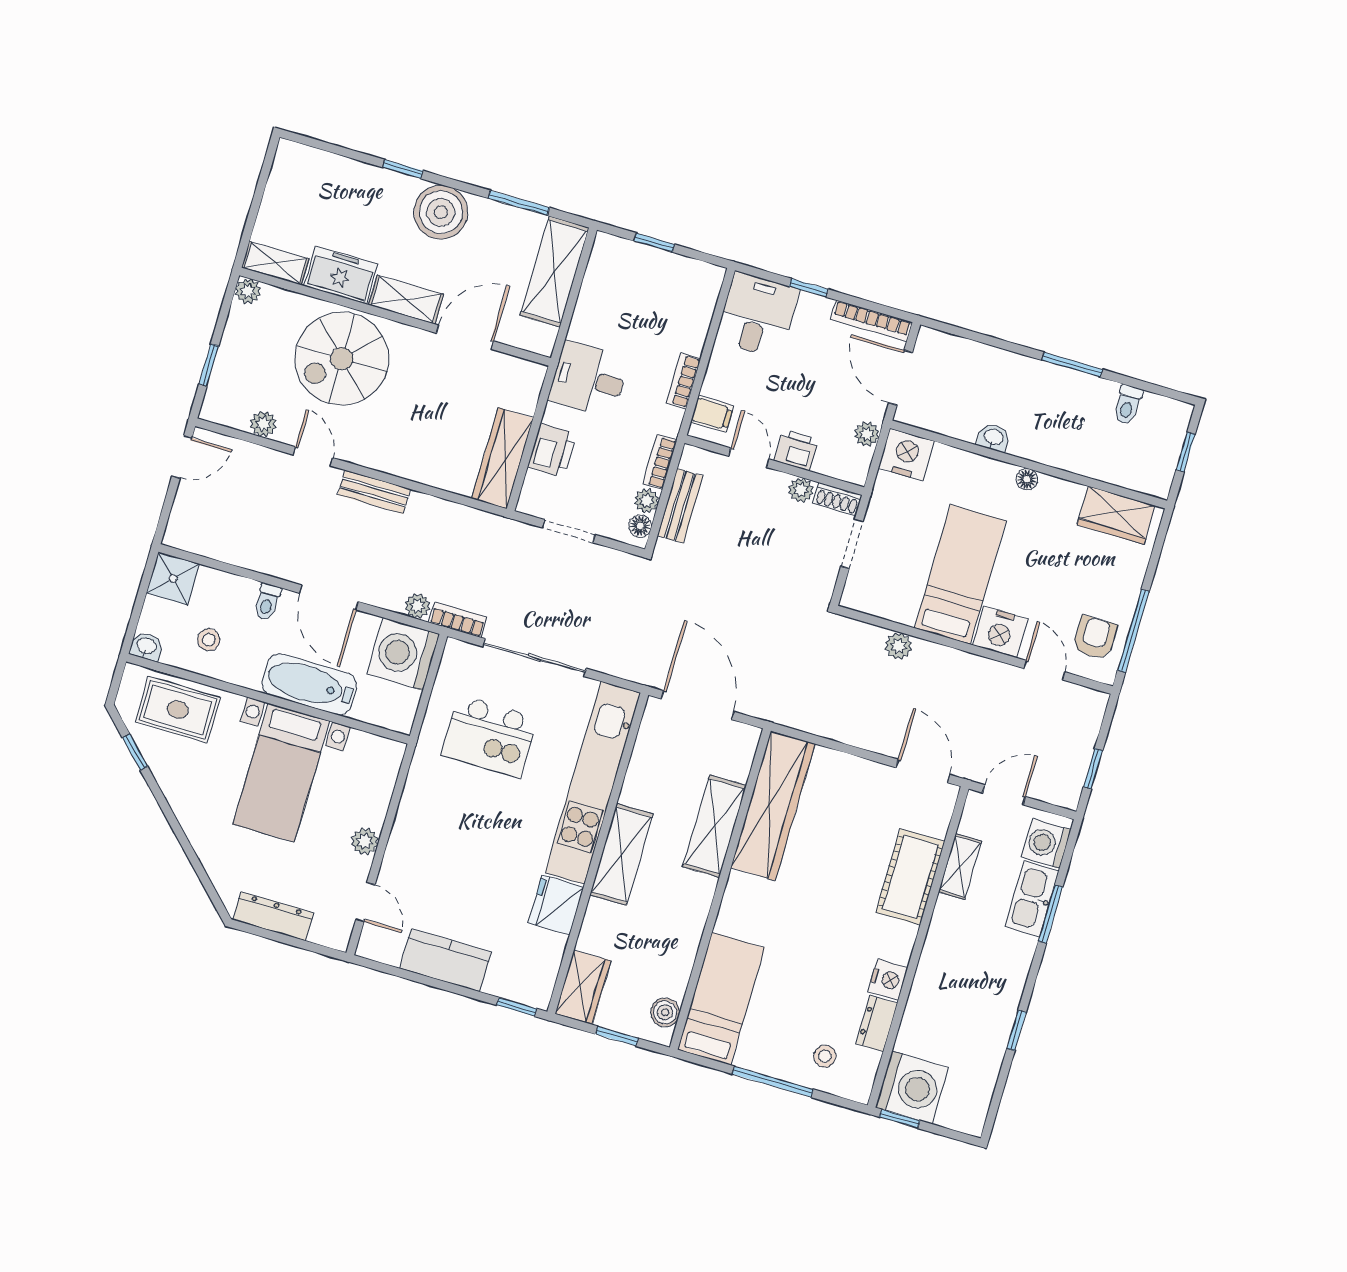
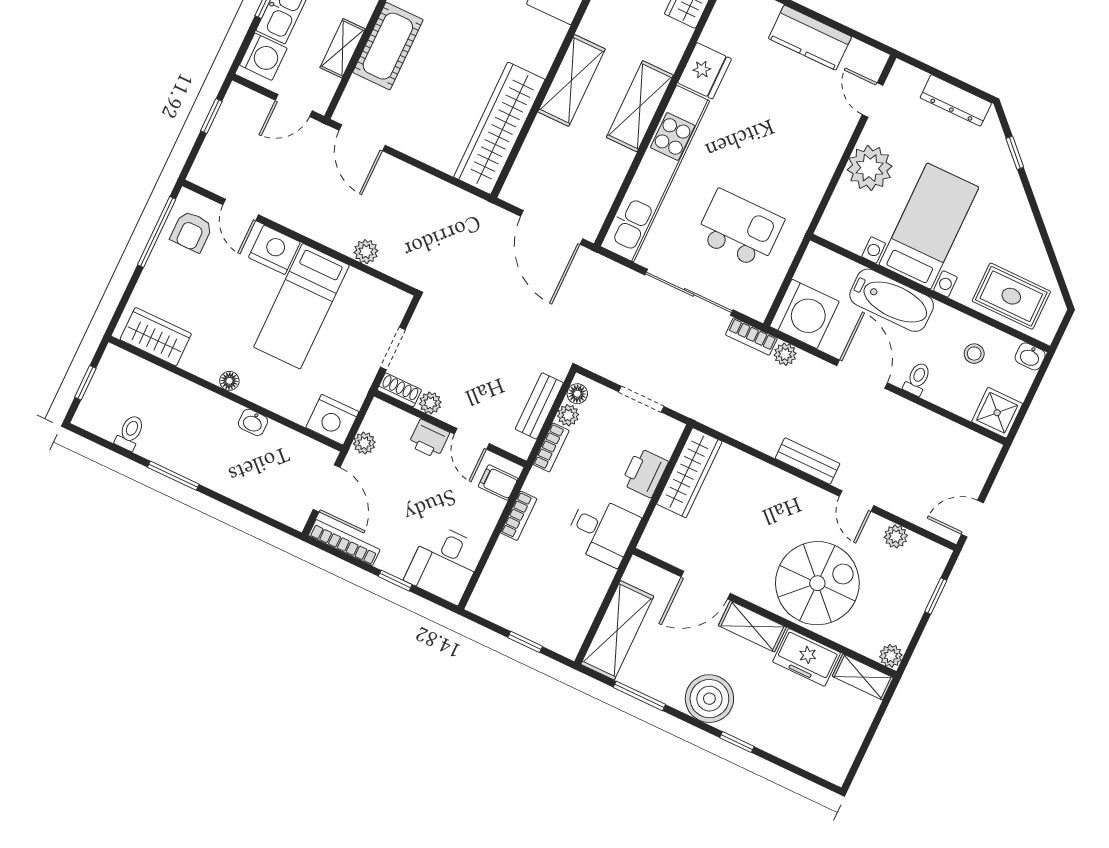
window: (135, 752) -> (1015, 153), moved
shelving: (715, 826) -> (571, 80), moved
plant: (365, 841) -> (870, 168), width x1.87, depth x1.87

